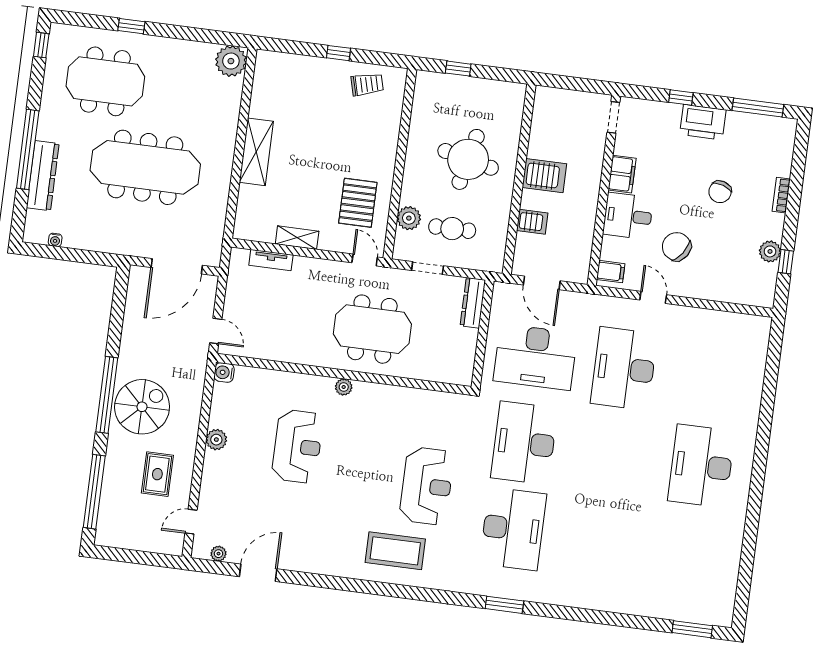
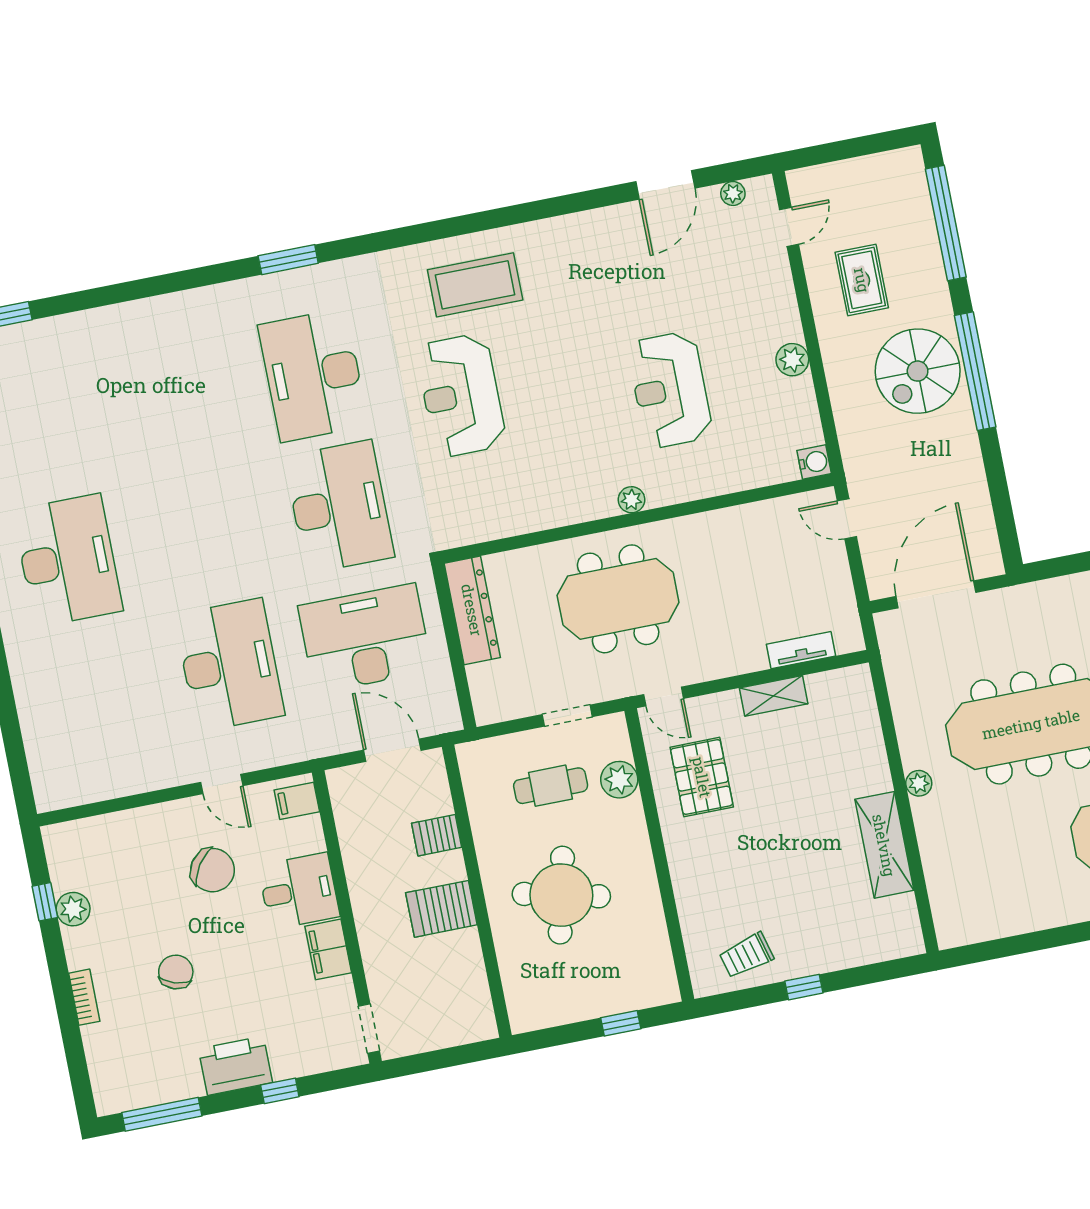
plant: (231, 61) -> (919, 783), moved, width x0.53, depth x0.53
shelving: (256, 152) -> (884, 845), moved
dresser: (473, 303) -> (472, 610), moved, width x1.37, depth x1.24

